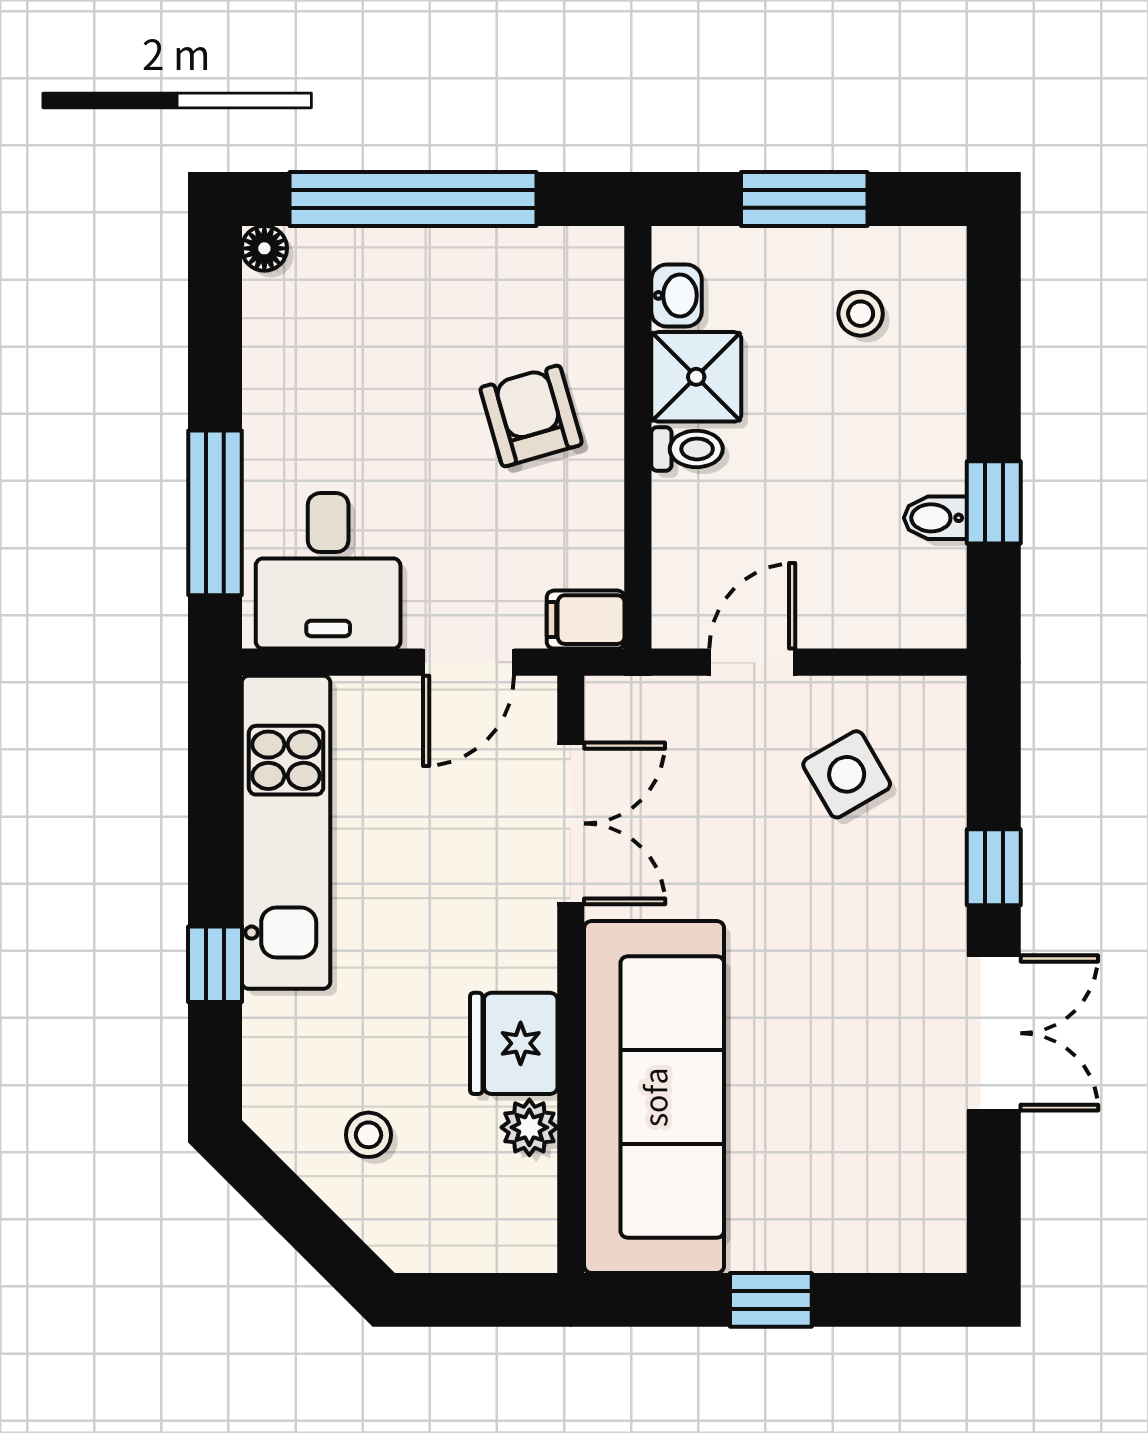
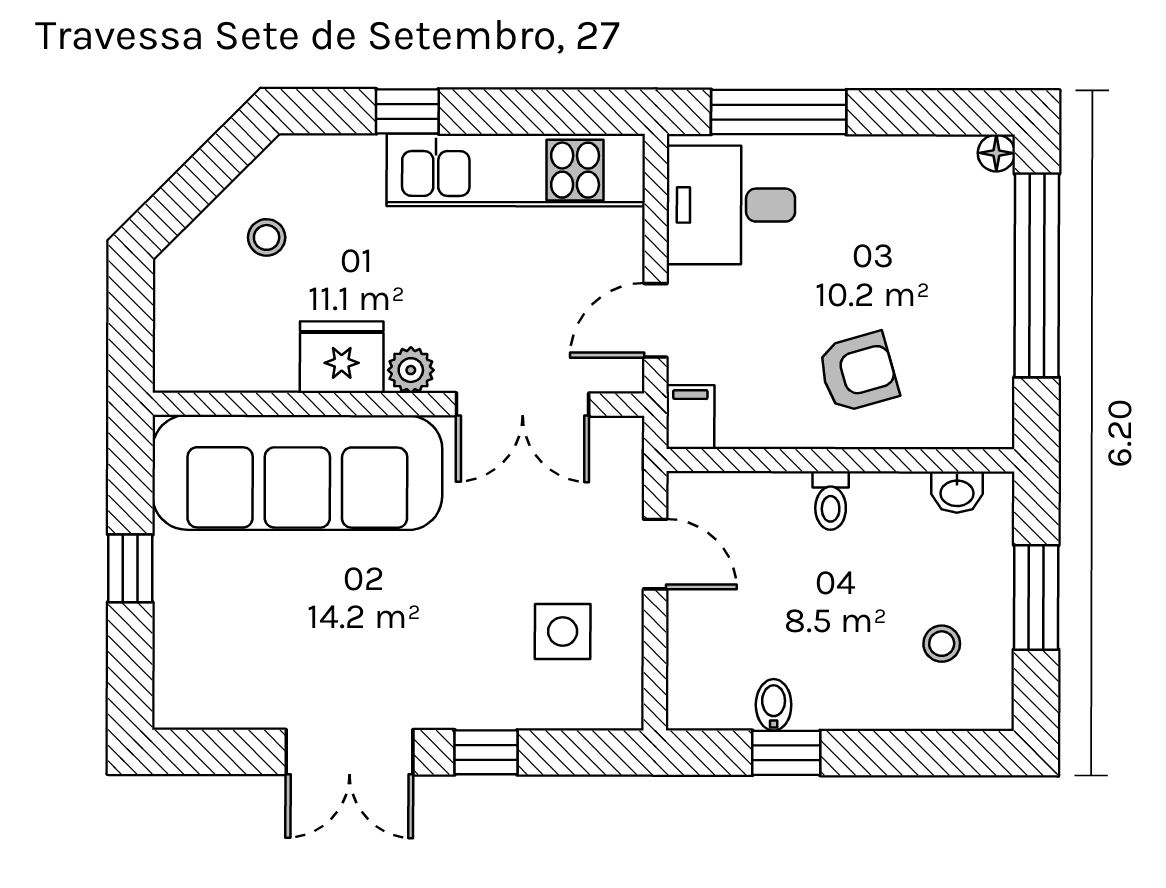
shower: (696, 377) -> (890, 508), removed
door: (468, 662) -> (655, 320), hinge flipped
side table: (847, 774) -> (563, 631), turned 30
plant: (529, 1127) -> (411, 370), moved

